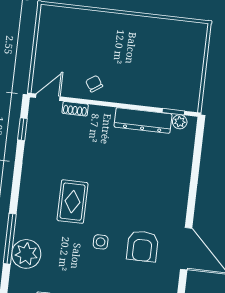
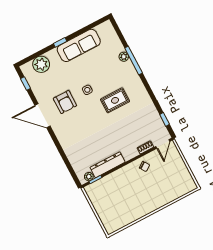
rug: (72, 202) -> (115, 100), turned 90
armchair: (143, 246) -> (65, 102), turned 180
plant: (26, 254) -> (124, 57), width x0.53, depth x0.53

